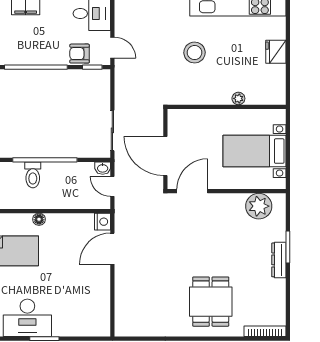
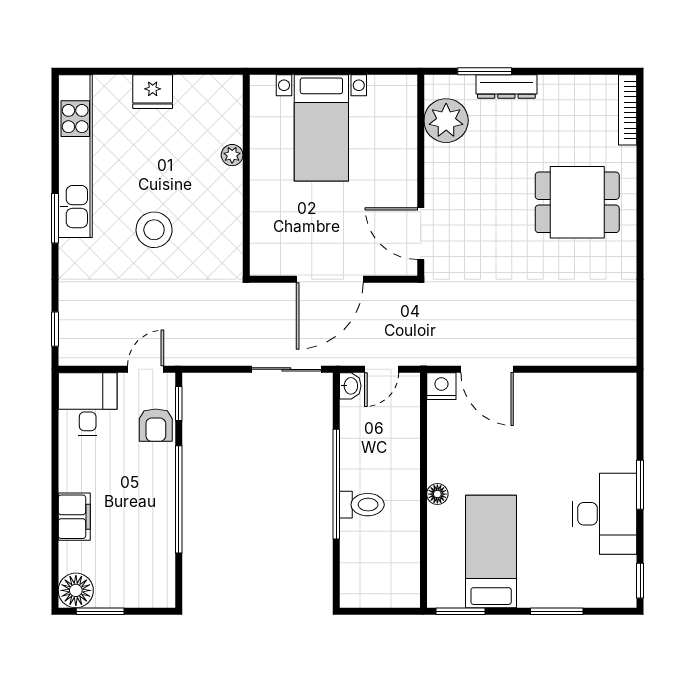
door: (192, 191) -> (421, 234), moved
wall: (227, 191) -> (421, 175), moved
plant: (259, 206) -> (446, 121), moved

